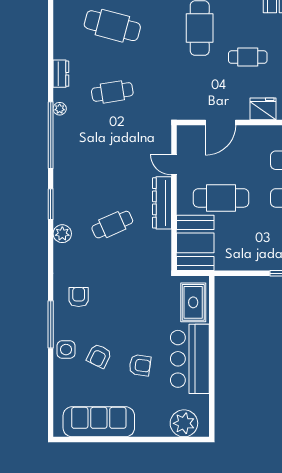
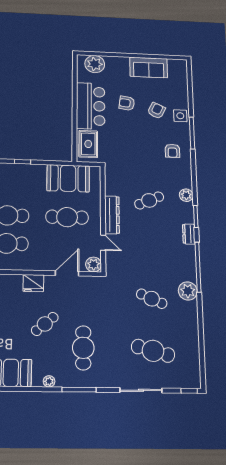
cafe table: (248, 57) -> (45, 324), turned -40
dresser: (61, 74) -> (189, 234), moved
cafe table: (112, 92) -> (152, 299), turned 33
plant: (60, 109) -> (188, 291), width x1.88, depth x1.88
plant: (187, 135) -> (94, 264), added
booth: (195, 243) -> (68, 178), moved, turned 90
sofa: (99, 422) -> (149, 67), width x0.73

